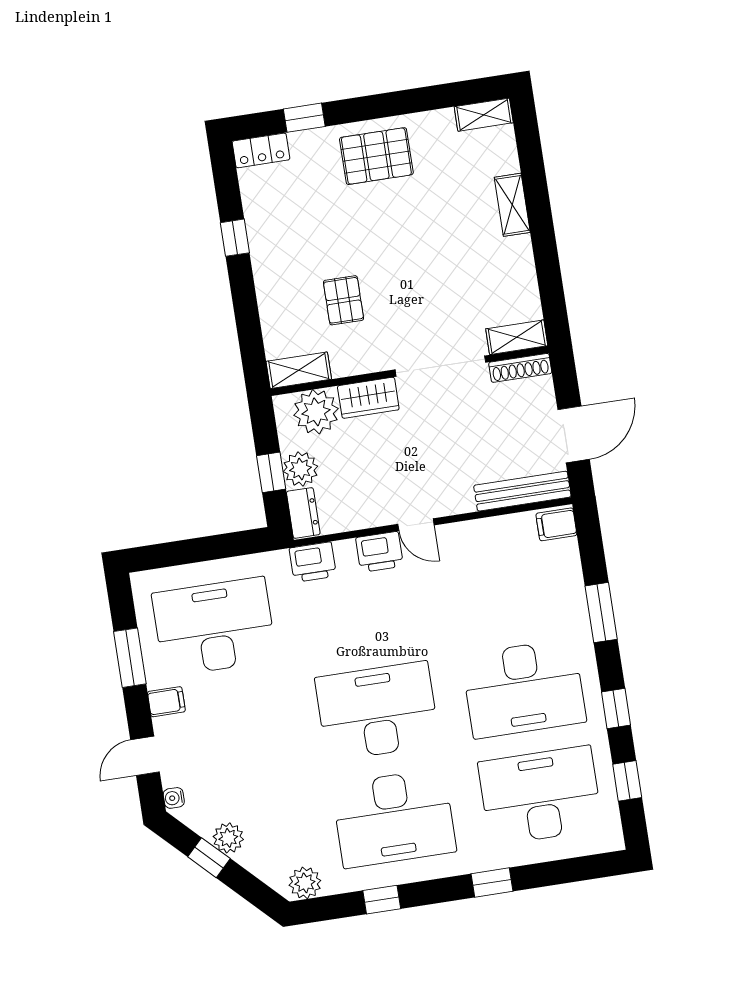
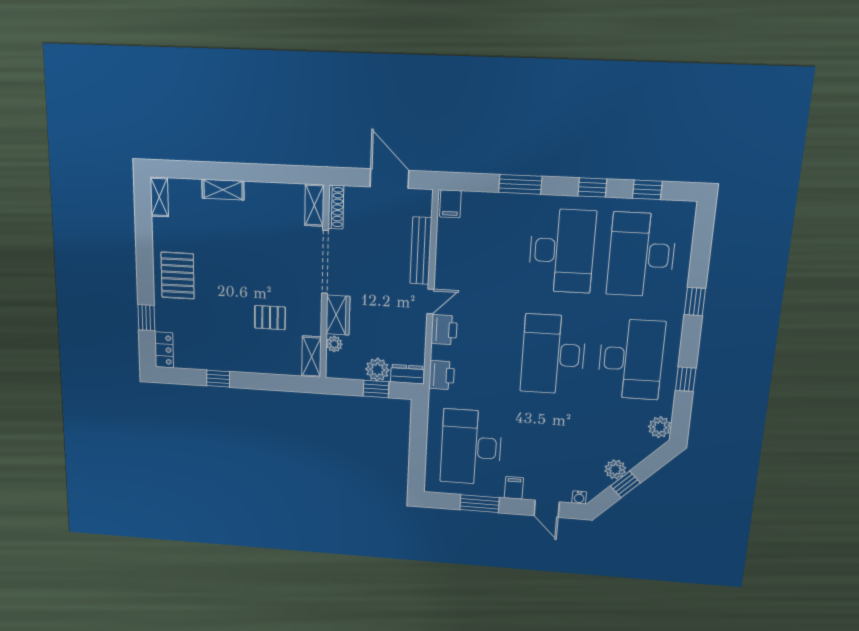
plant: (316, 412) -> (334, 344), width x0.53, depth x0.53
bench: (522, 491) -> (421, 251), moved

